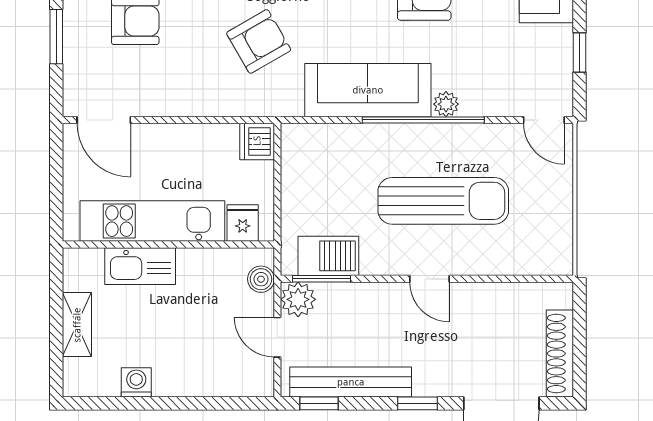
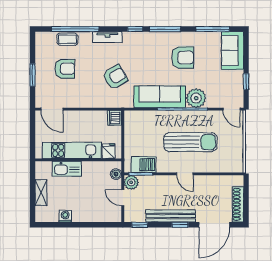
plant: (446, 104) -> (196, 98), width x1.88, depth x1.88
bench: (351, 382) -> (171, 216), moved

